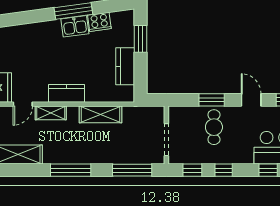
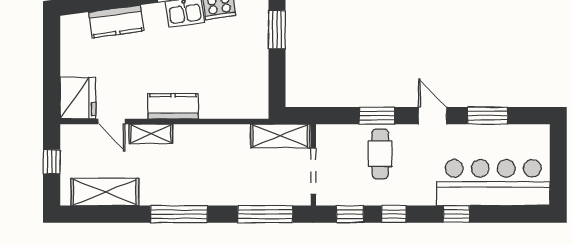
kitchen counter: (125, 66) -> (116, 21), moved, turned -98
door: (23, 104) -> (112, 122), hinge flipped
shelving: (101, 114) -> (280, 136), moved

